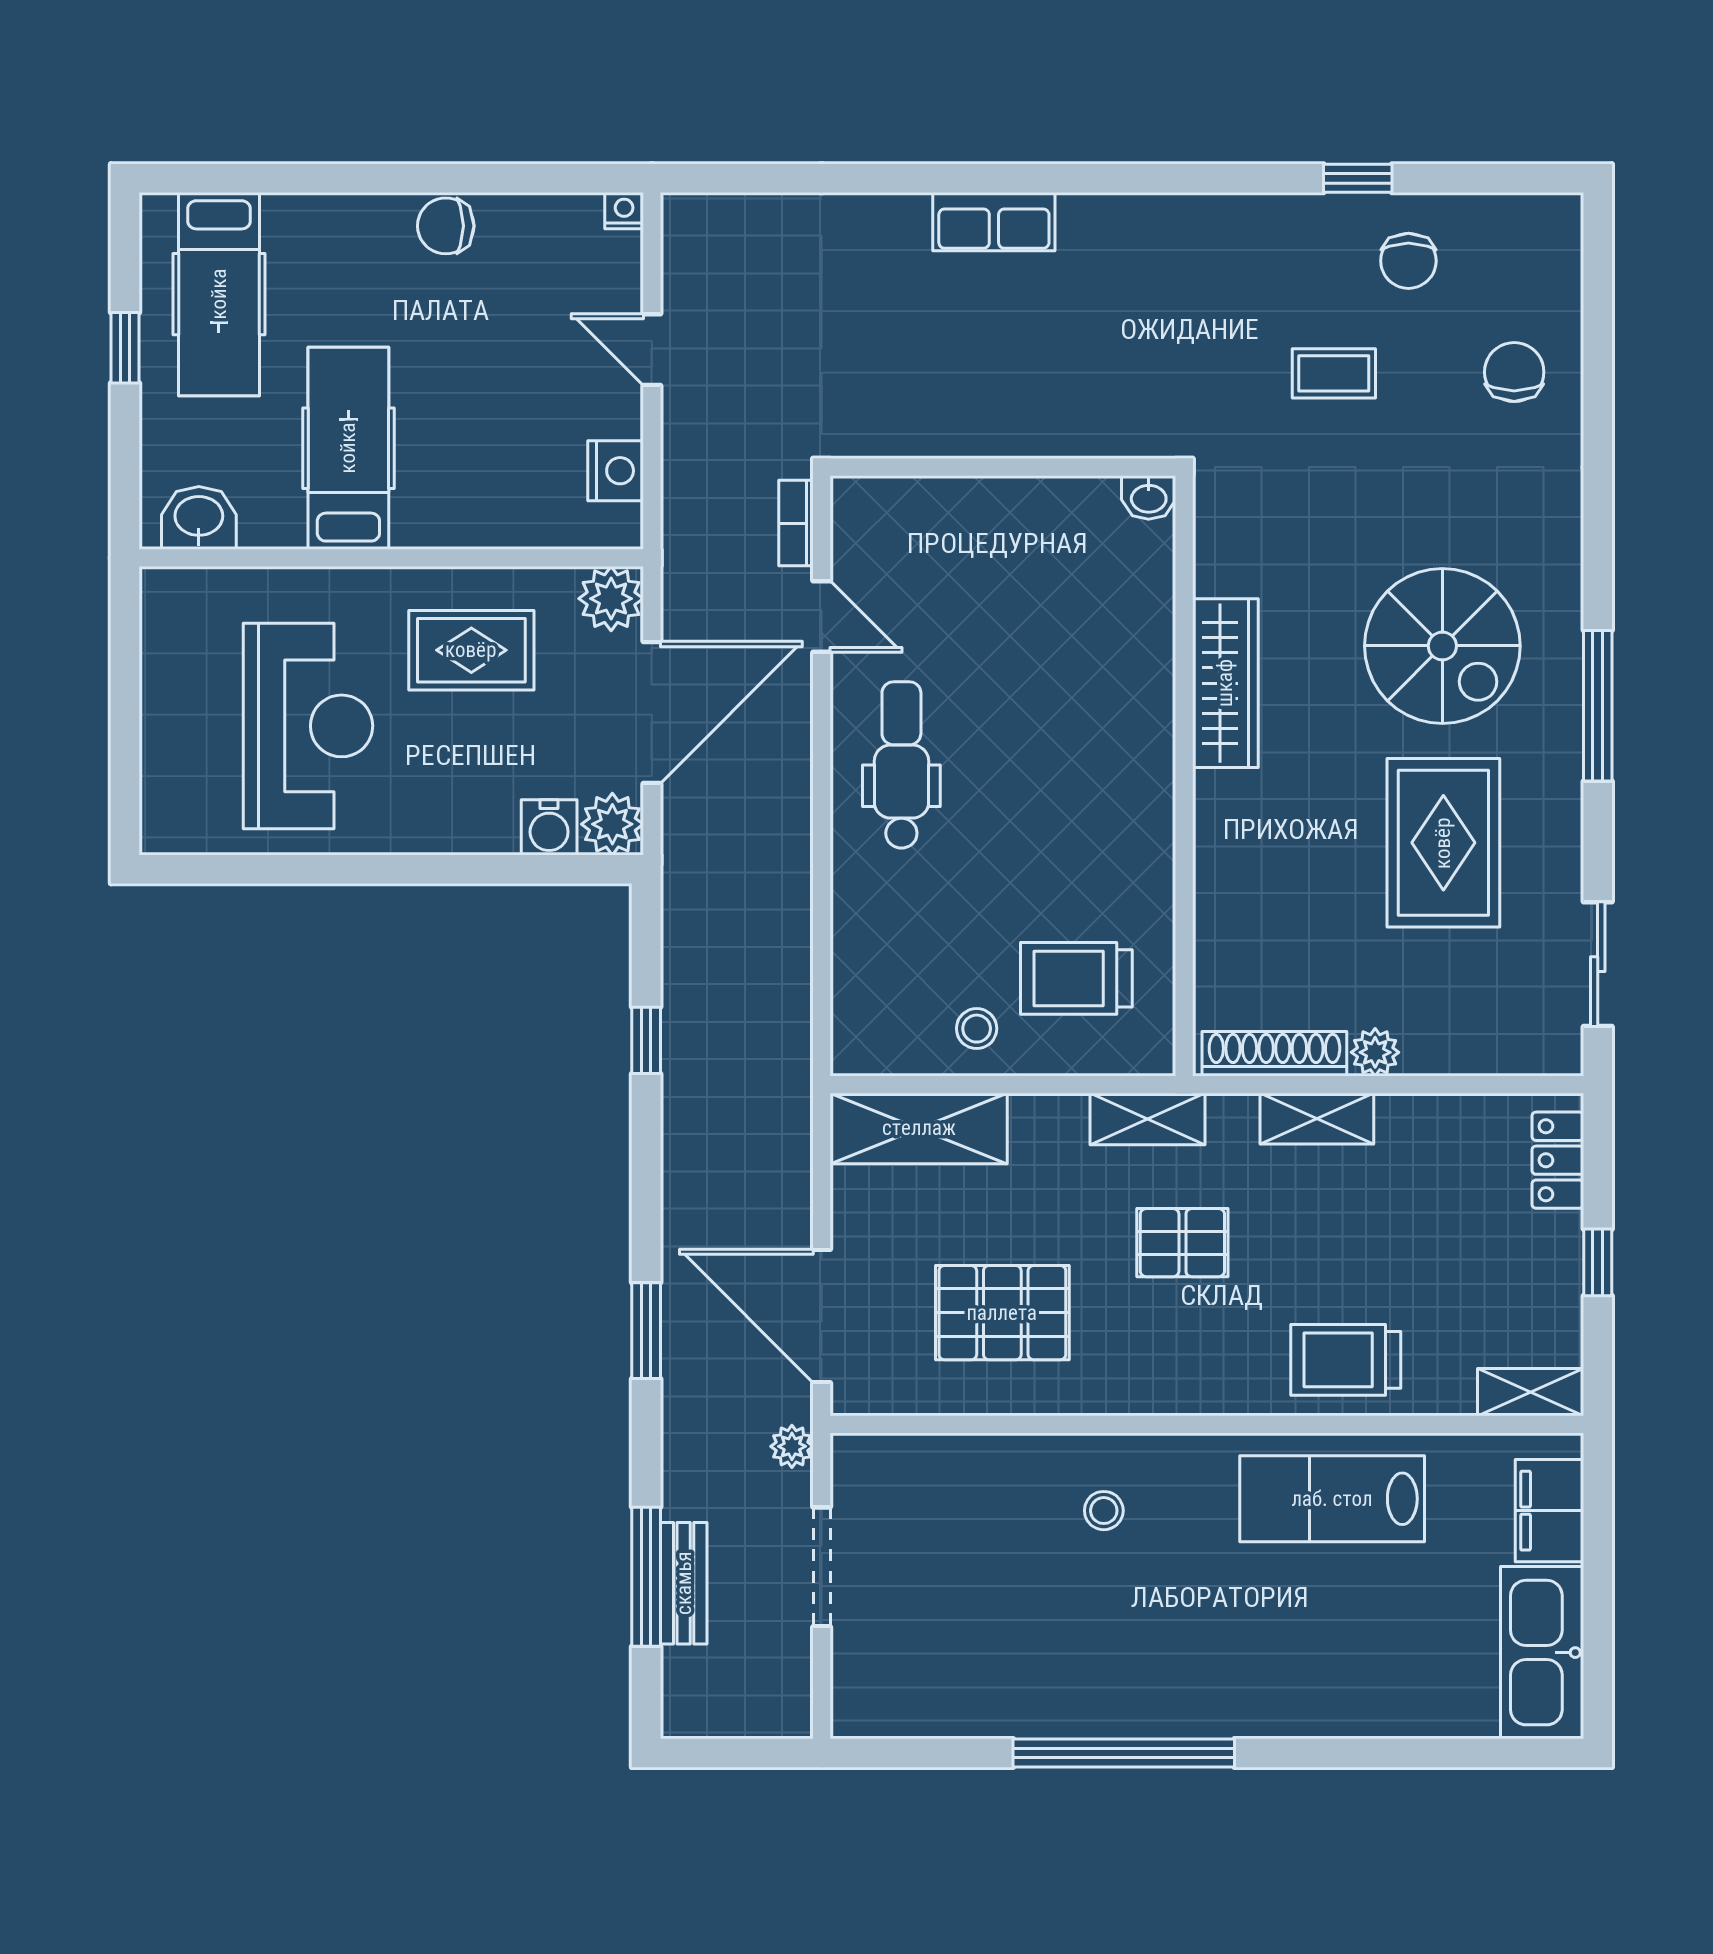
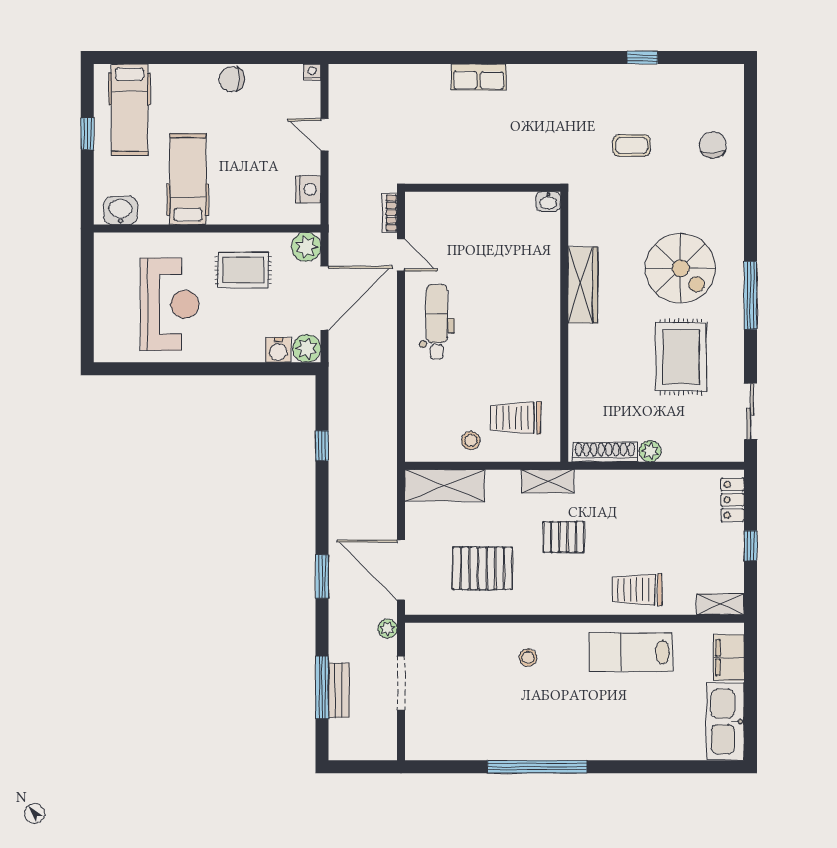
chair: (1408, 261) -> (665, 95), removed
shelving: (1317, 1119) -> (624, 481), removed

